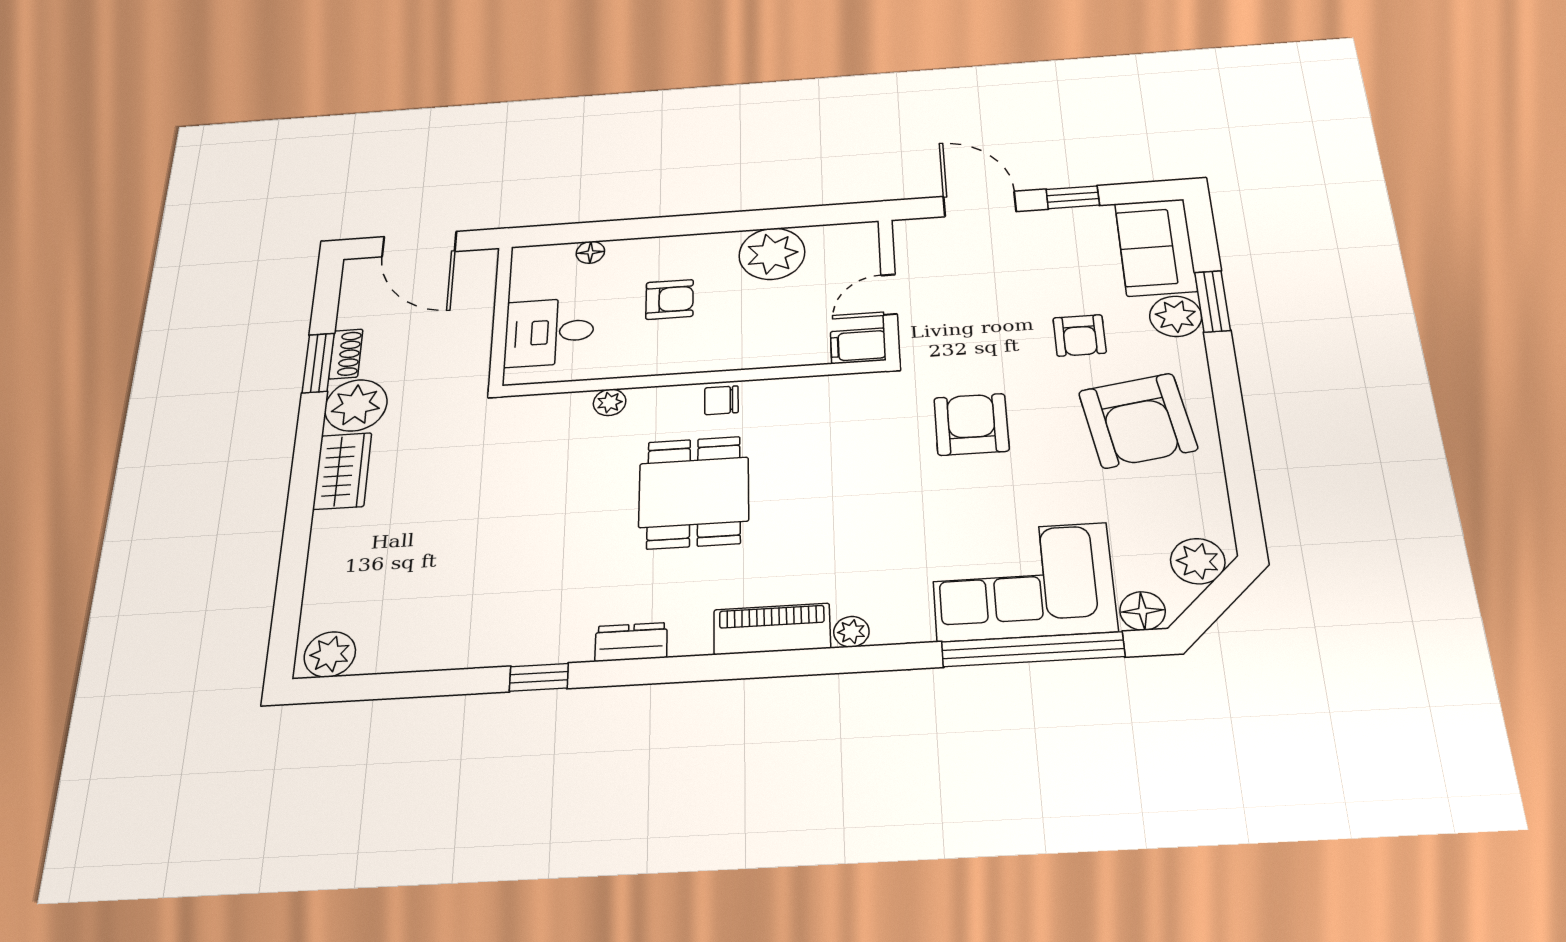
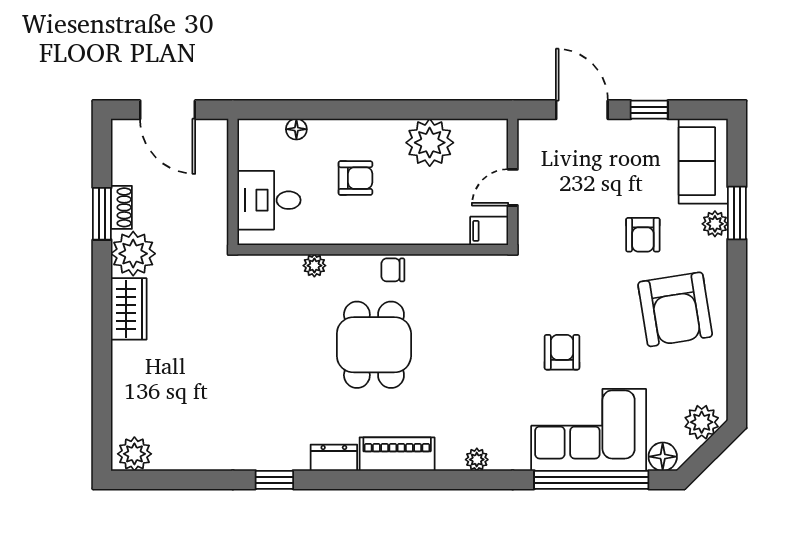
plant: (1176, 316) -> (715, 224), width x0.73, depth x0.73
armchair: (971, 424) -> (562, 352), moved, width x0.72, depth x0.72
piano: (772, 629) -> (397, 454), moved

